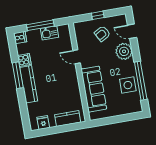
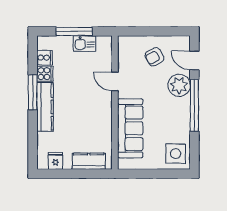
window: (98, 15) -> (153, 31), removed
cooker: (20, 38) -> (45, 58), moved
window: (141, 81) -> (194, 105), moved
side table: (128, 85) -> (176, 154), moved

